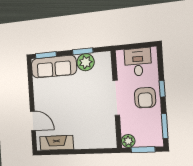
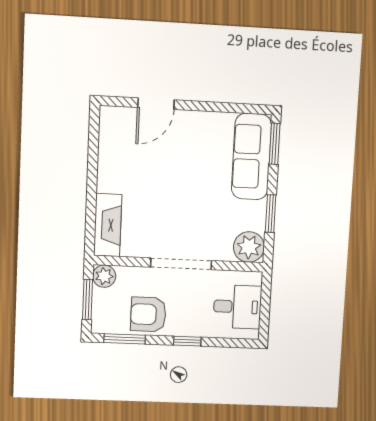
plant: (86, 62) -> (249, 247), moved
armchair: (145, 98) -> (148, 314), moved
fireplace: (57, 143) -> (108, 225), moved

